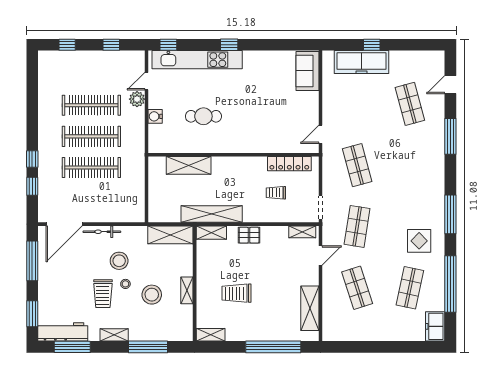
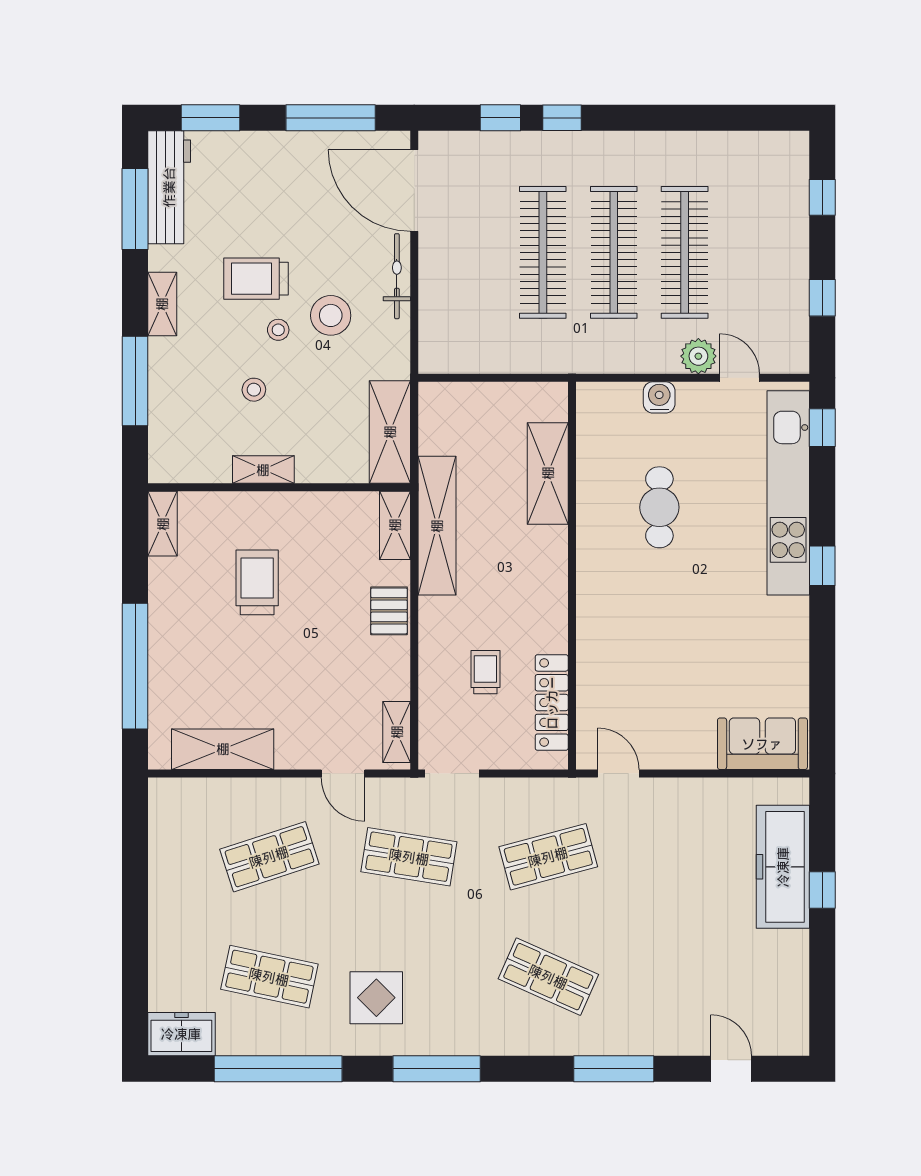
shop shelf: (410, 104) -> (548, 977), moved, turned 39
stool: (152, 295) -> (254, 390), width x0.53, depth x0.53

